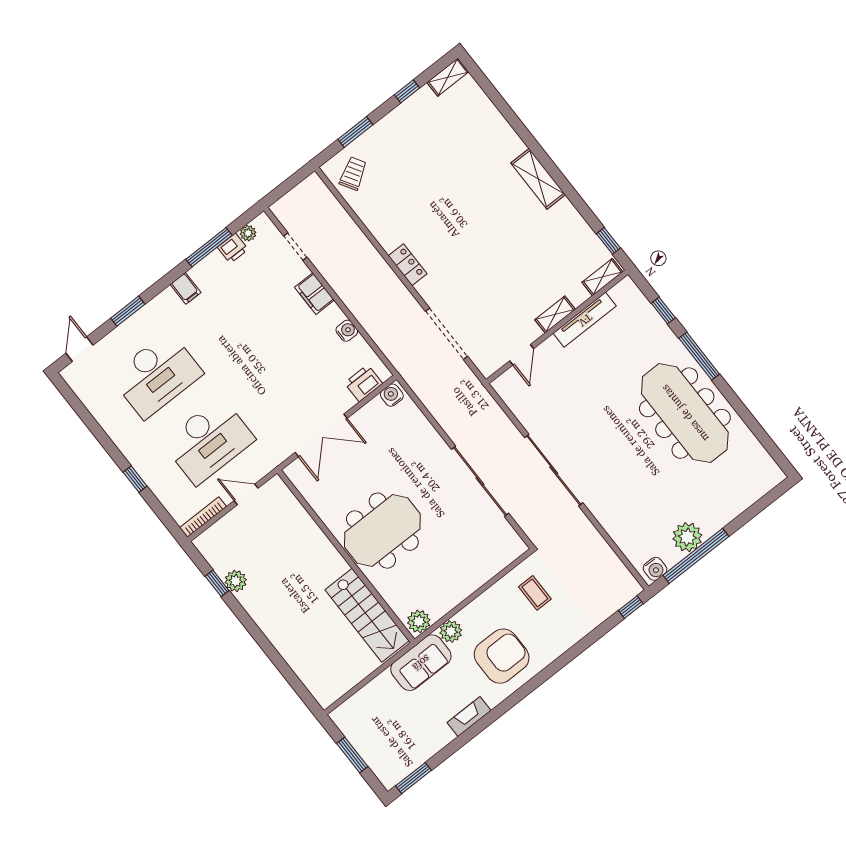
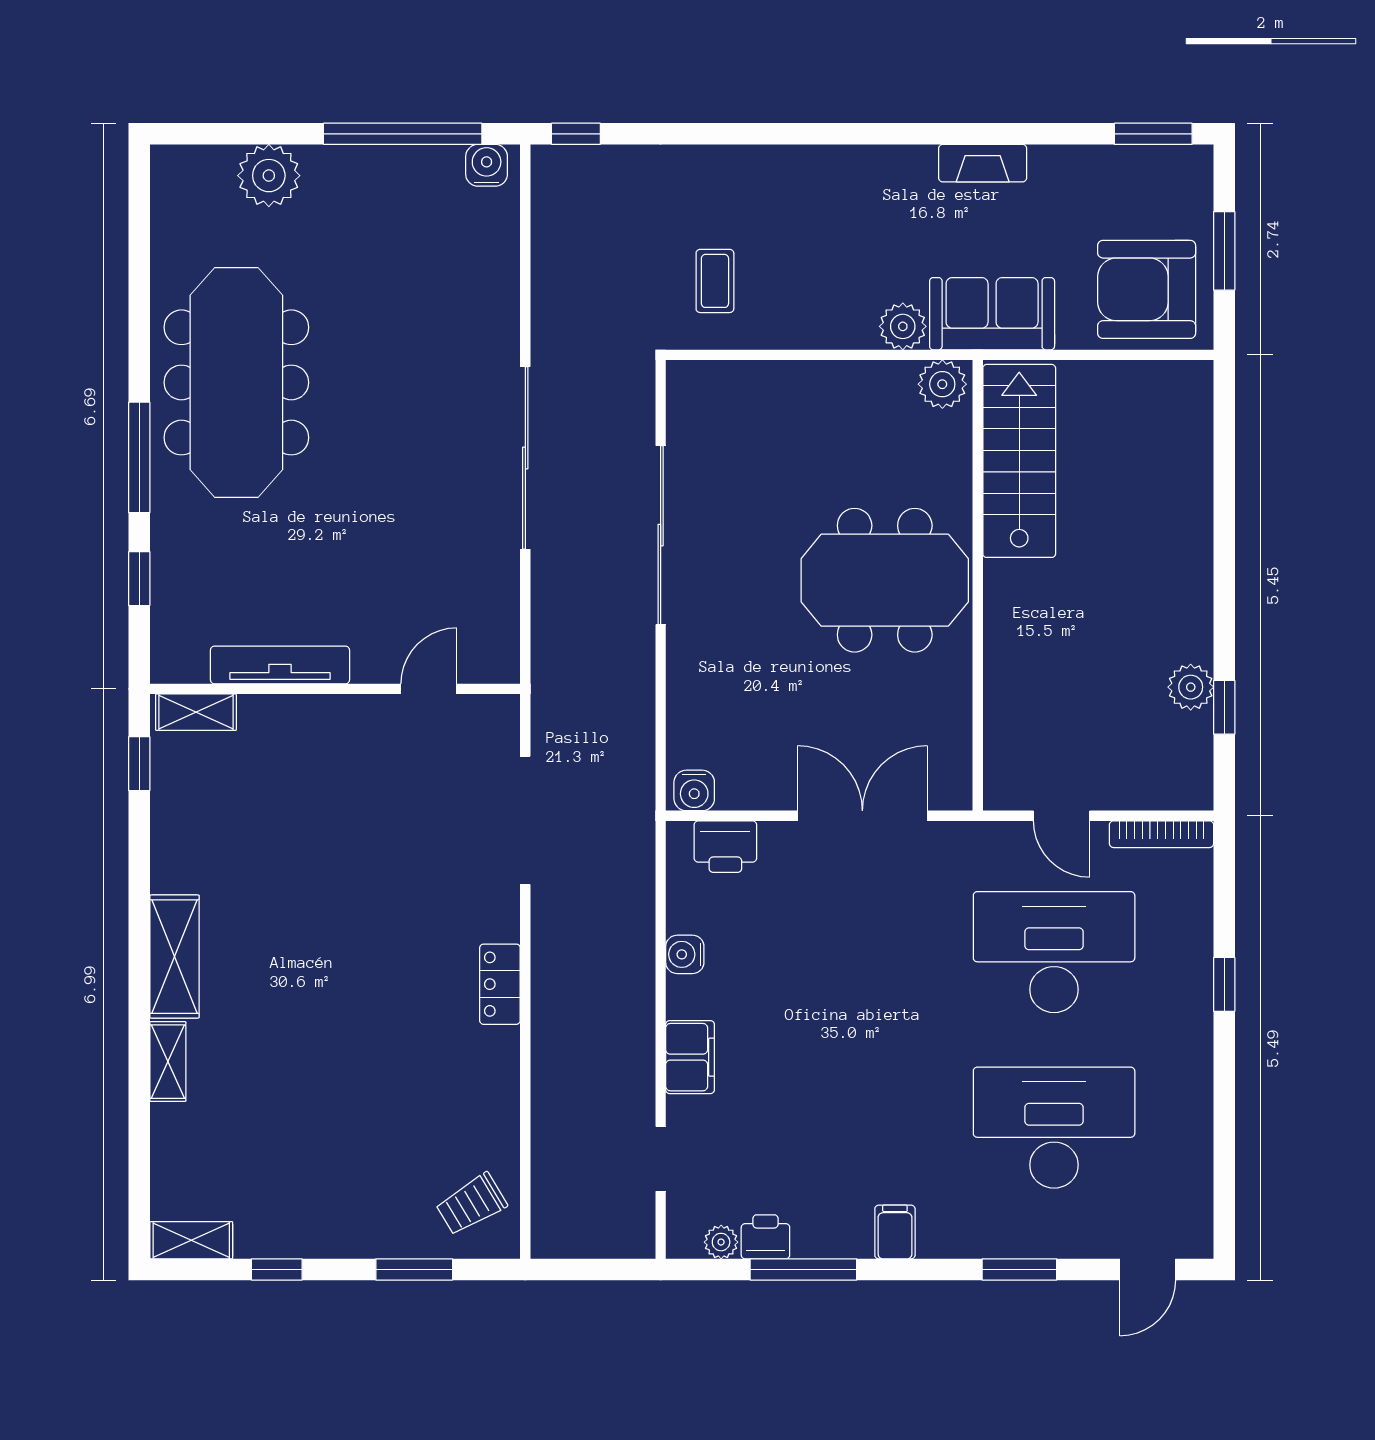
shelving: (555, 314) -> (168, 1062), moved, turned 90
plant: (687, 537) -> (269, 176), moved
armchair: (502, 656) -> (1147, 289), moved

